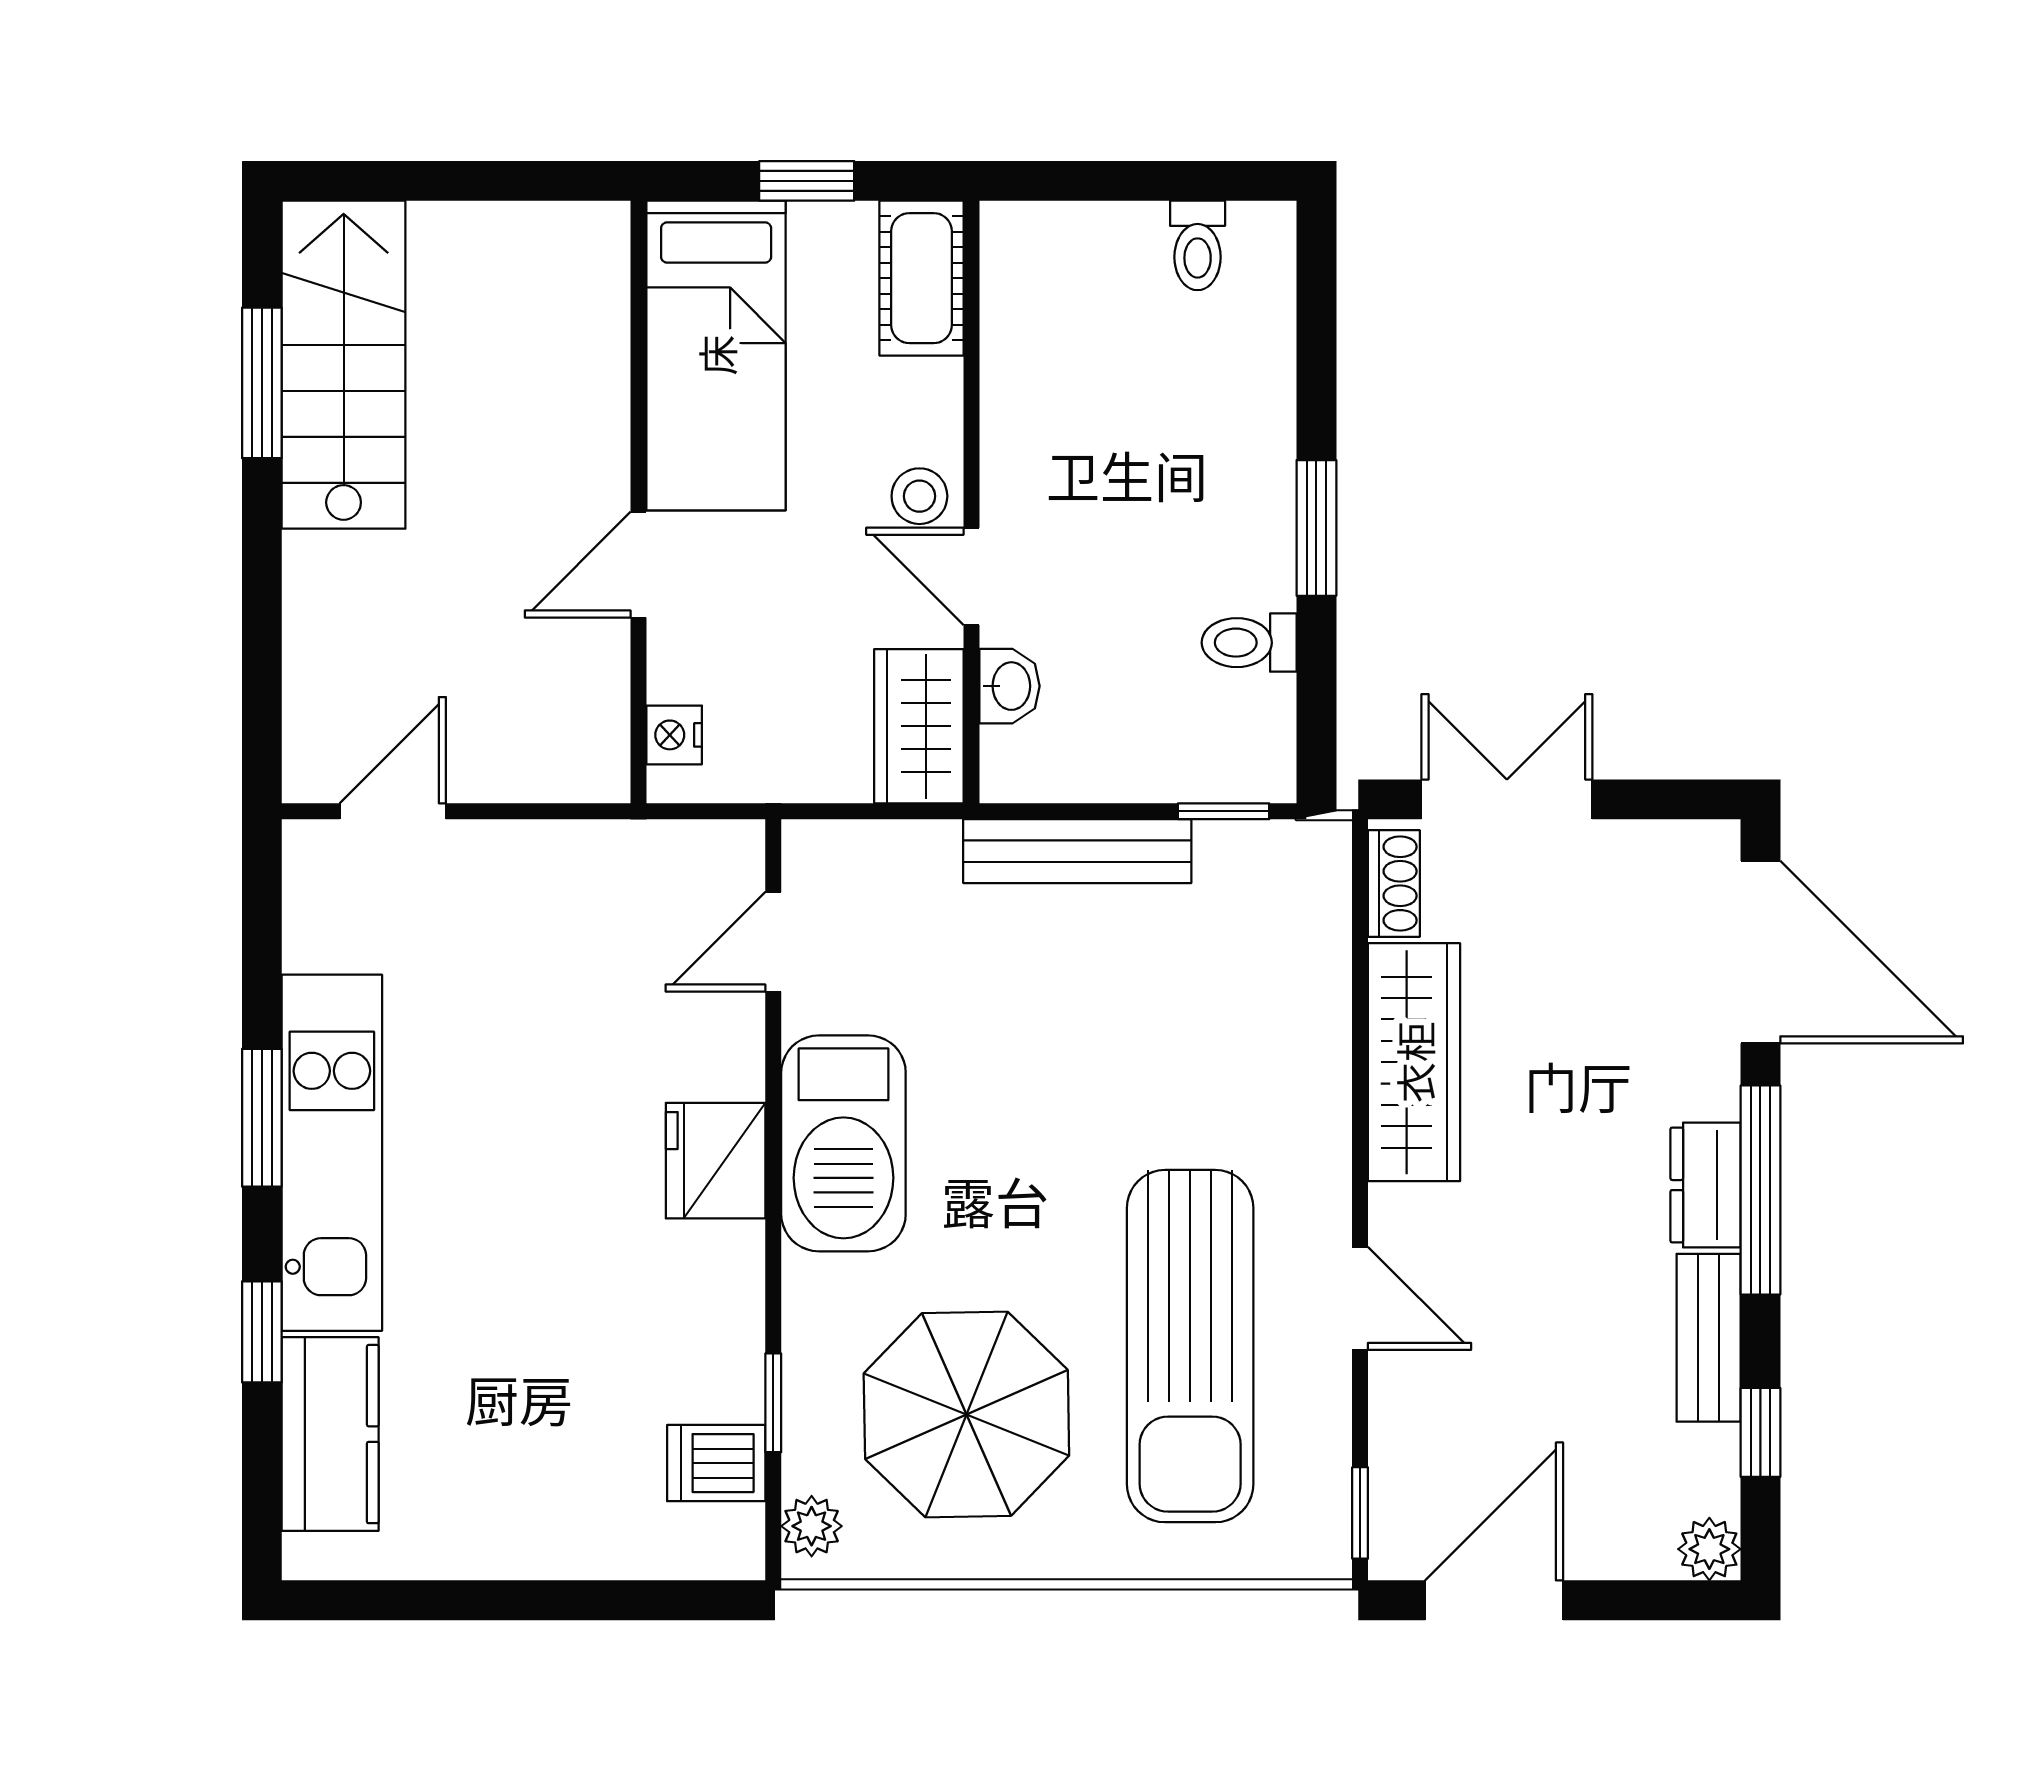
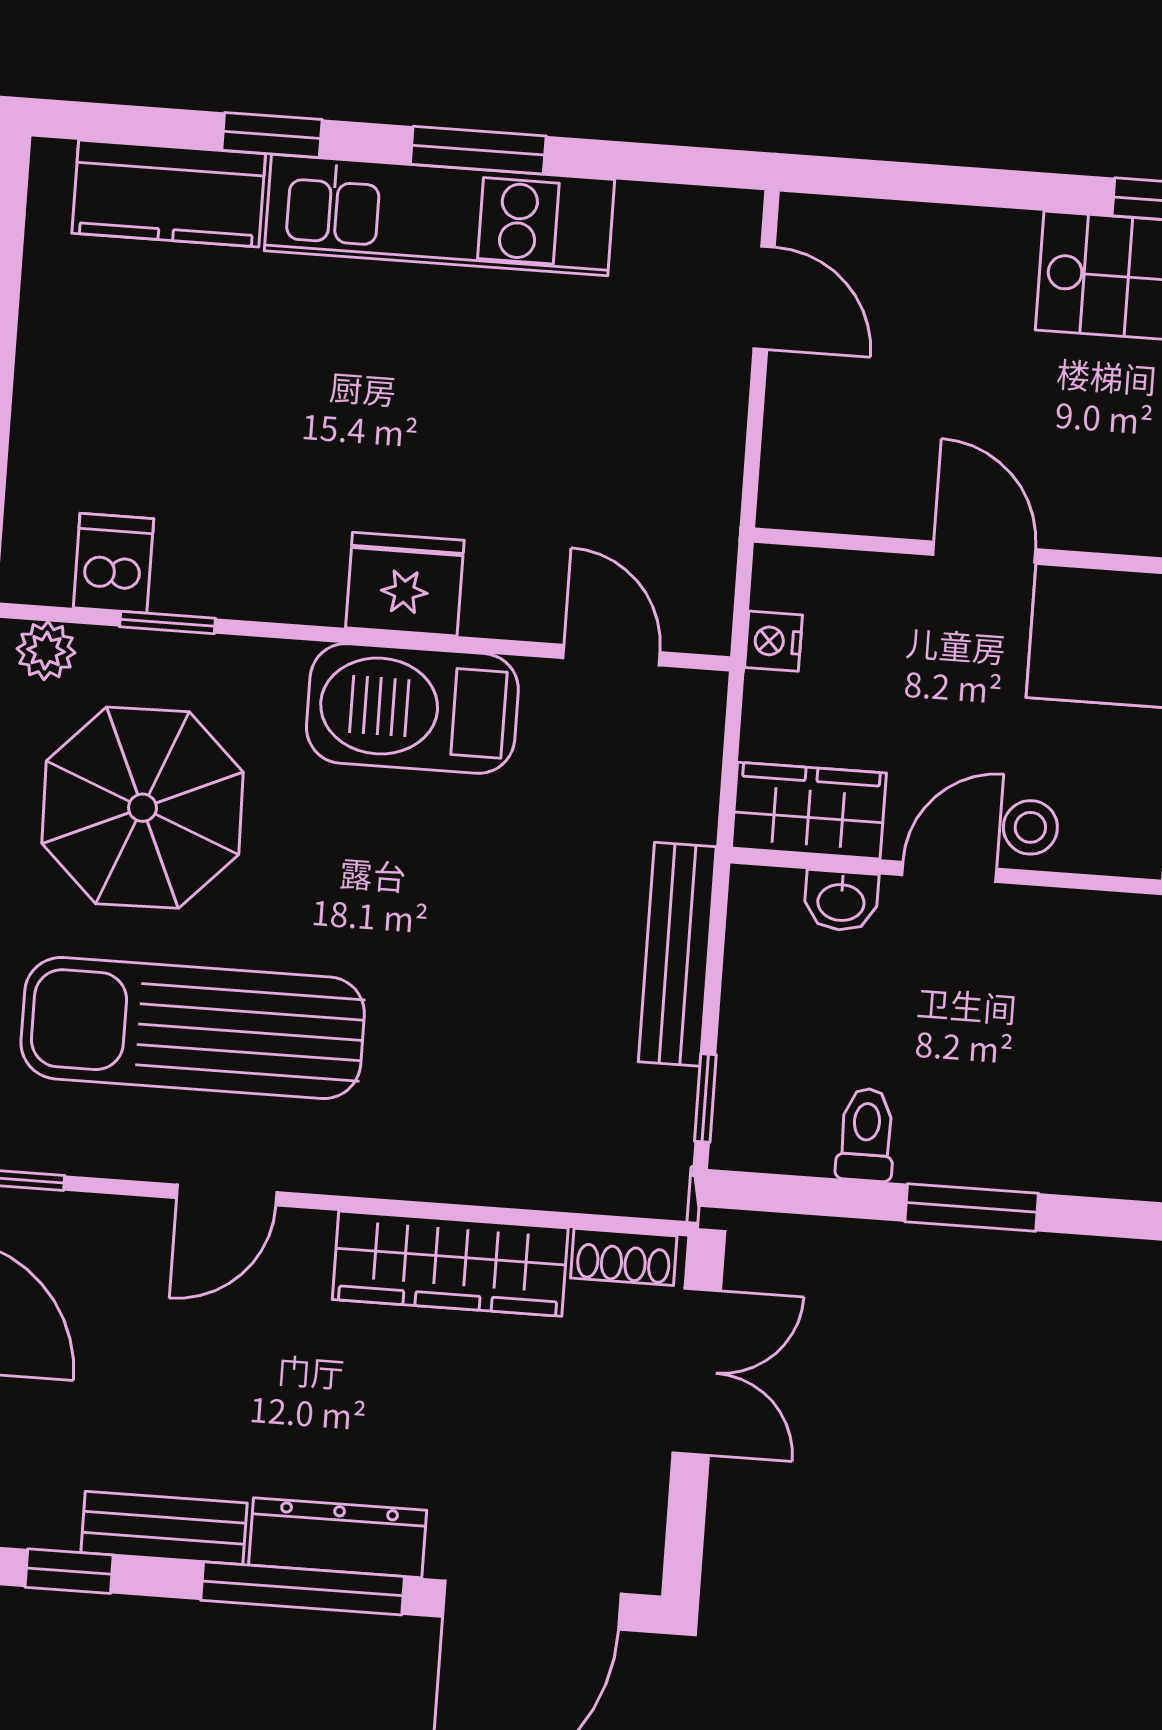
nightstand: (674, 735) -> (773, 641), moved, turned -90
dresser: (1706, 1185) -> (338, 1538), width x1.44

